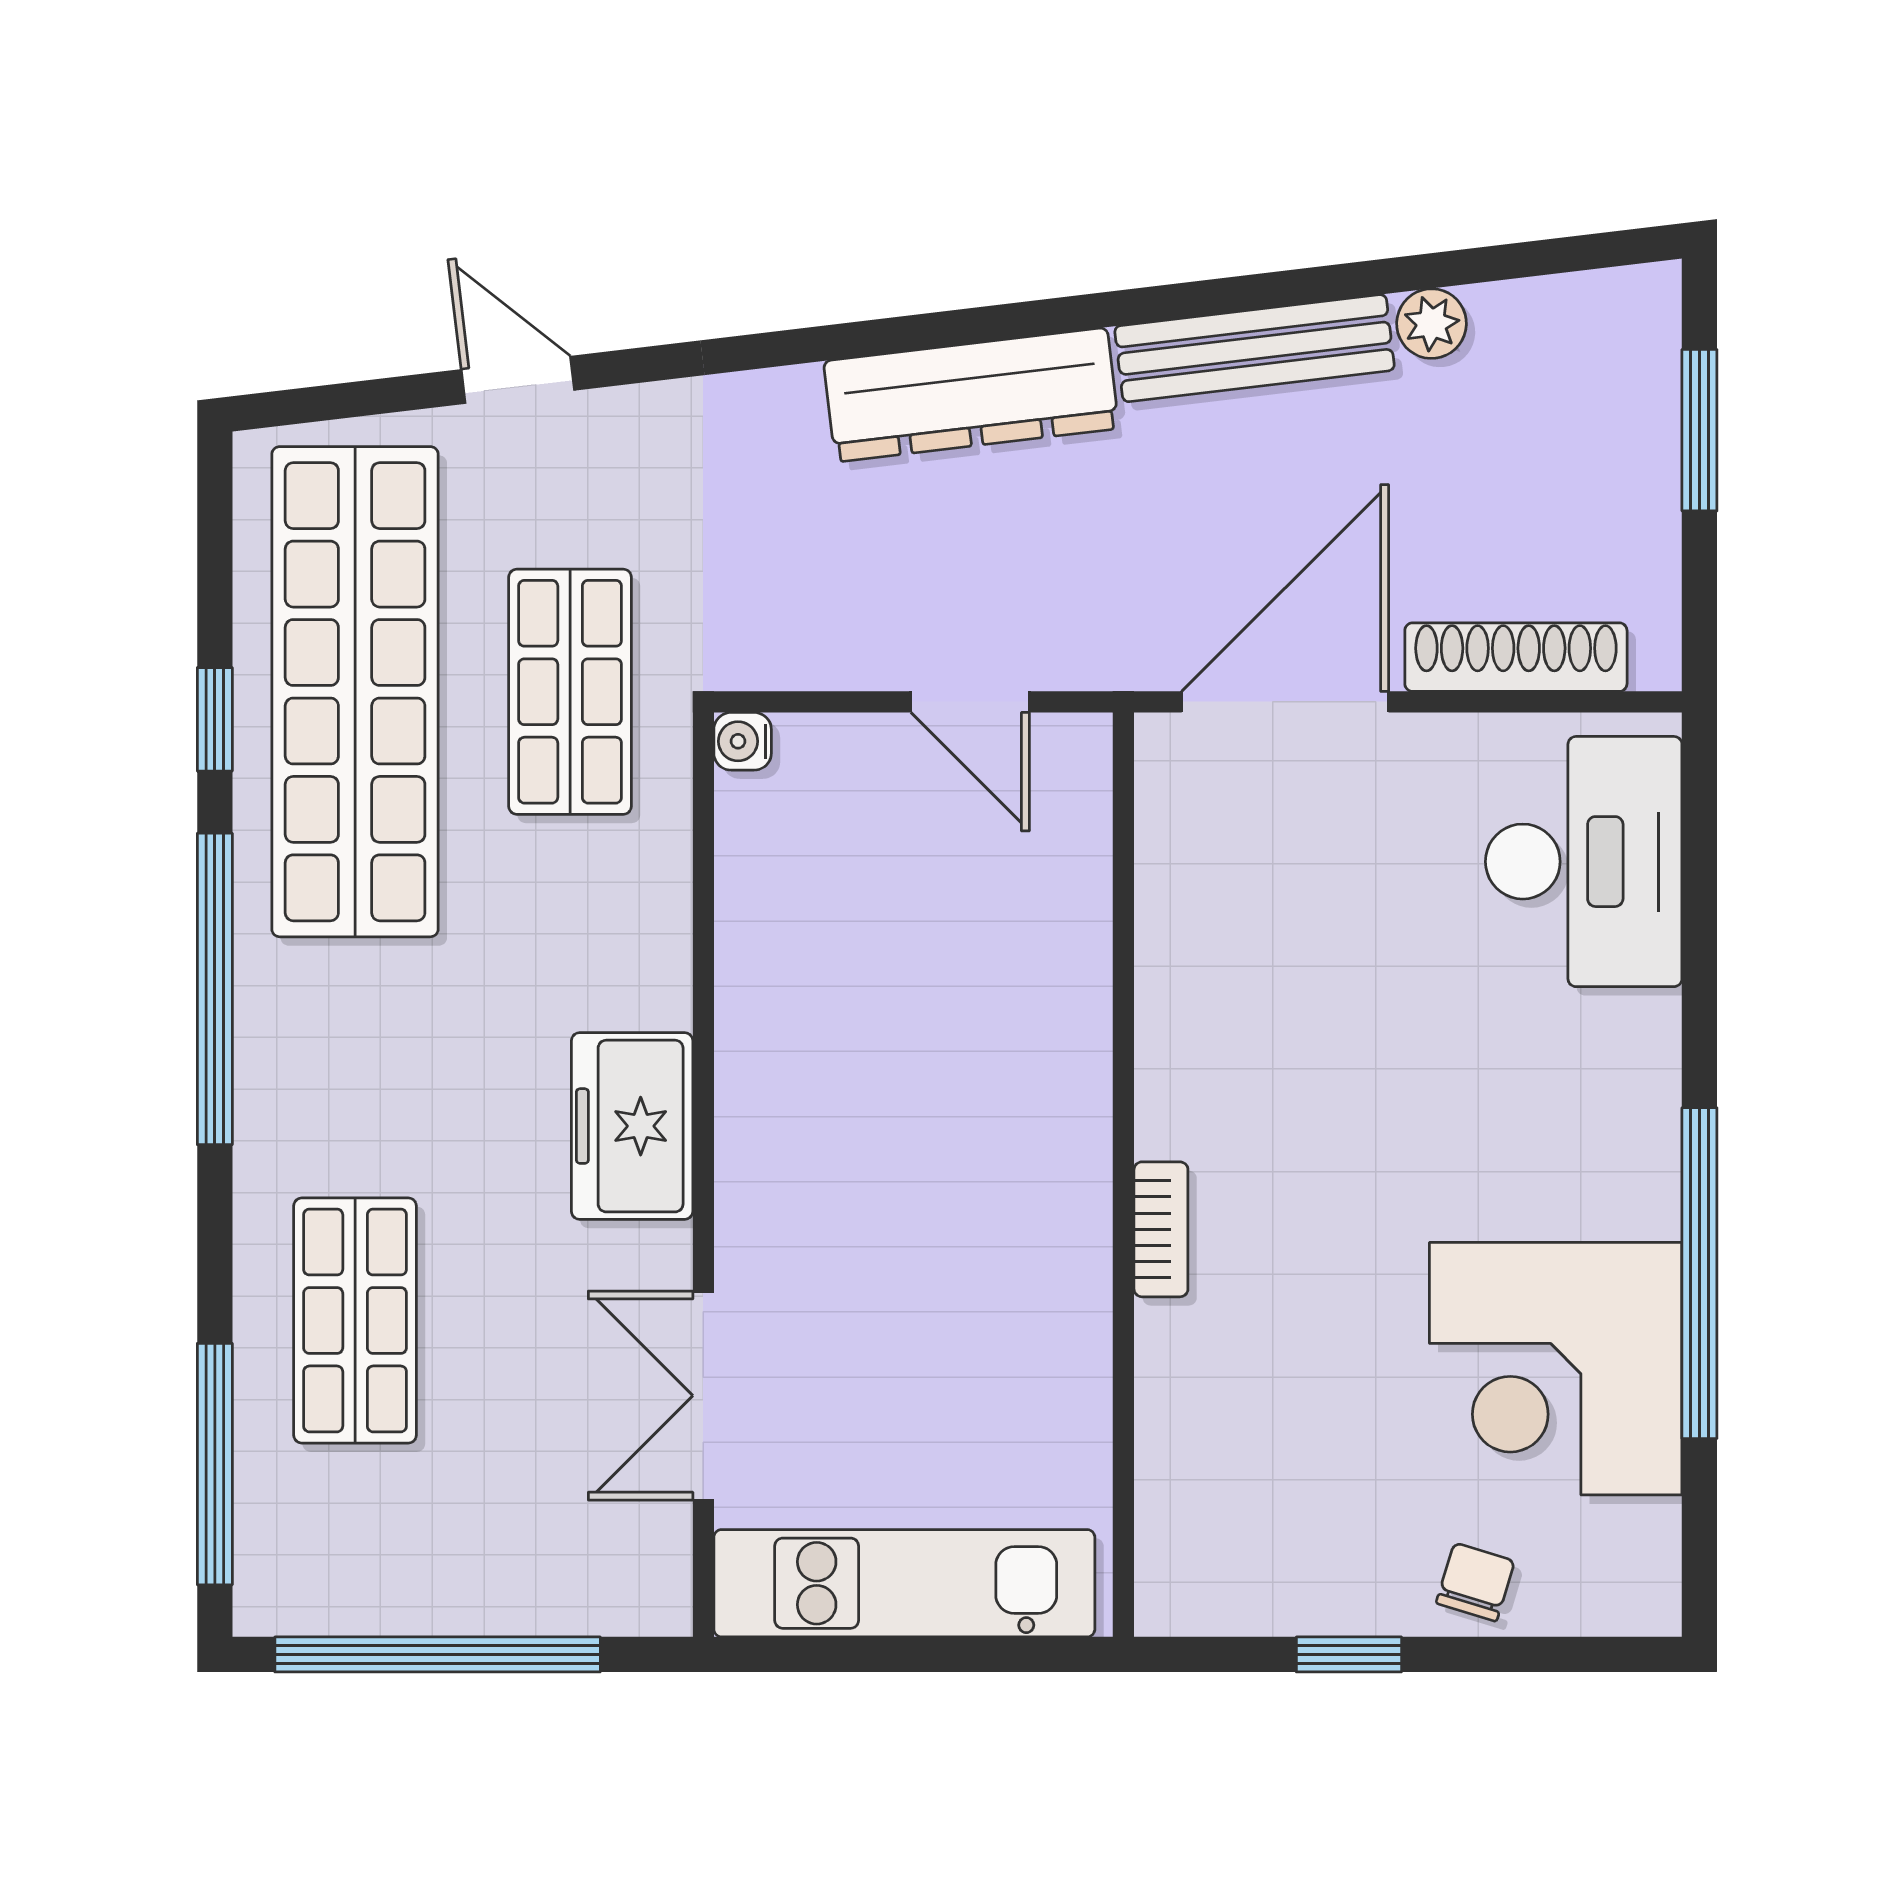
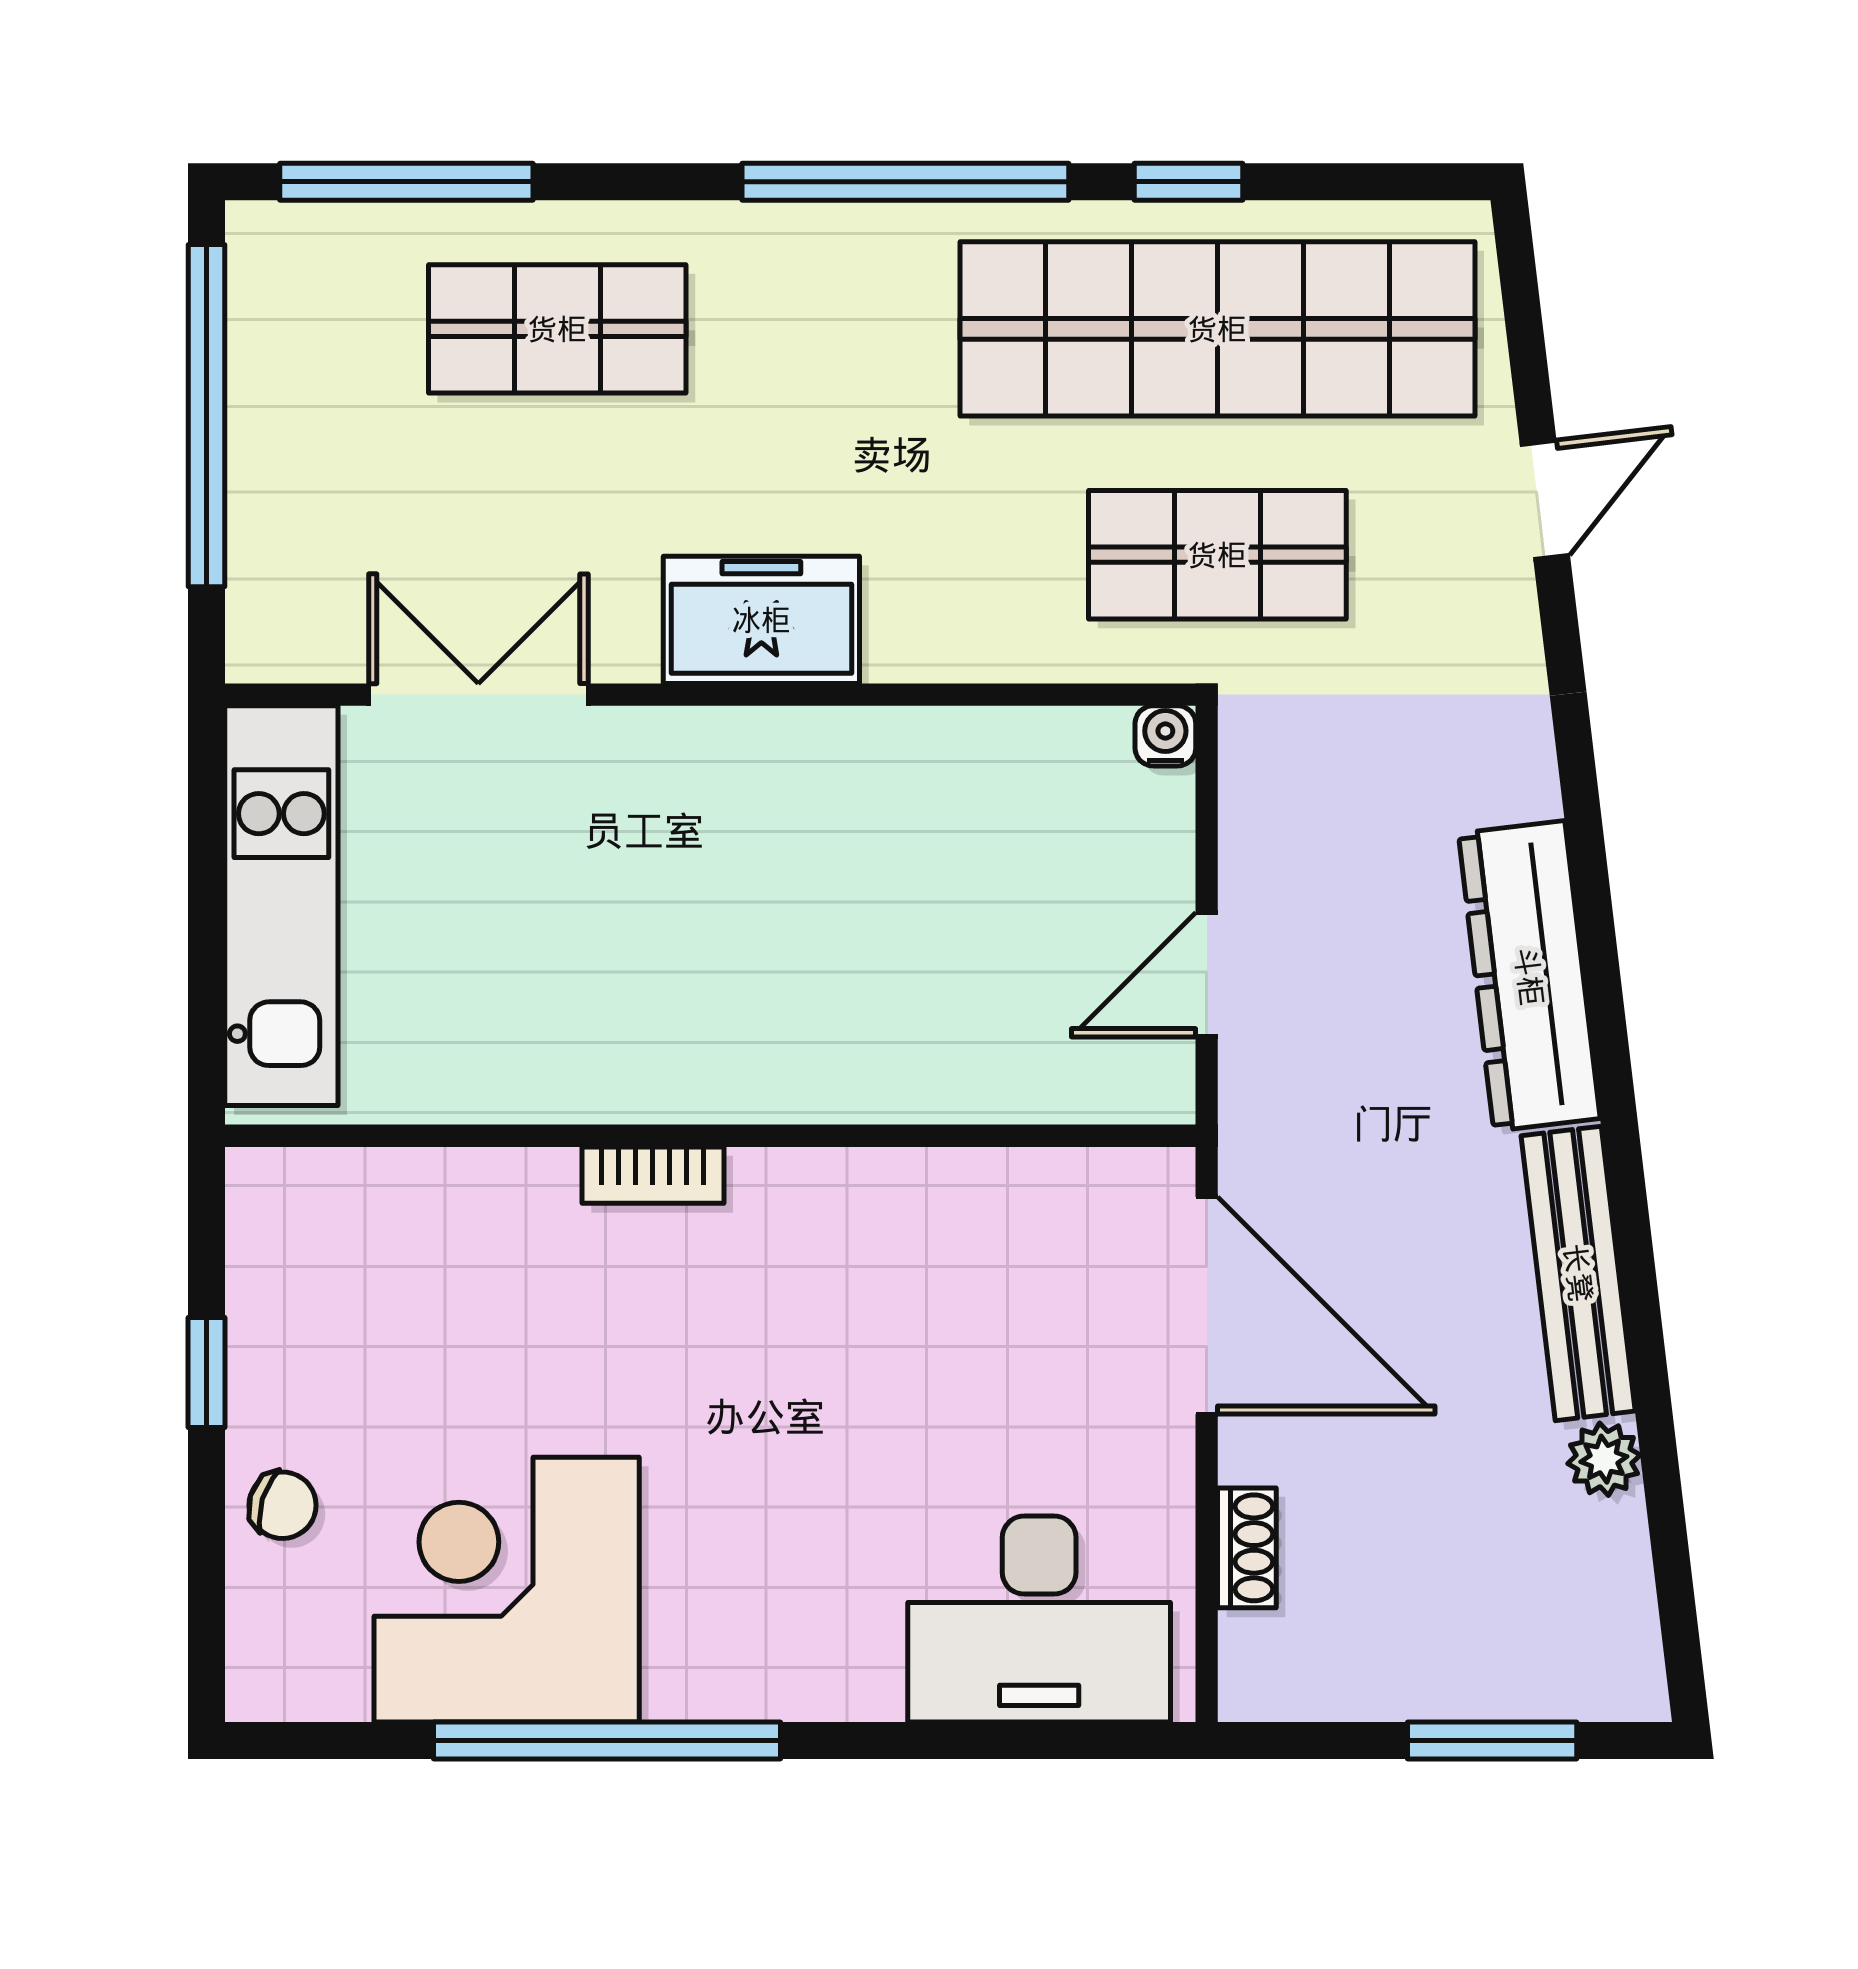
shoe rack: (1516, 657) -> (1247, 1548), width x0.51, depth x0.81

